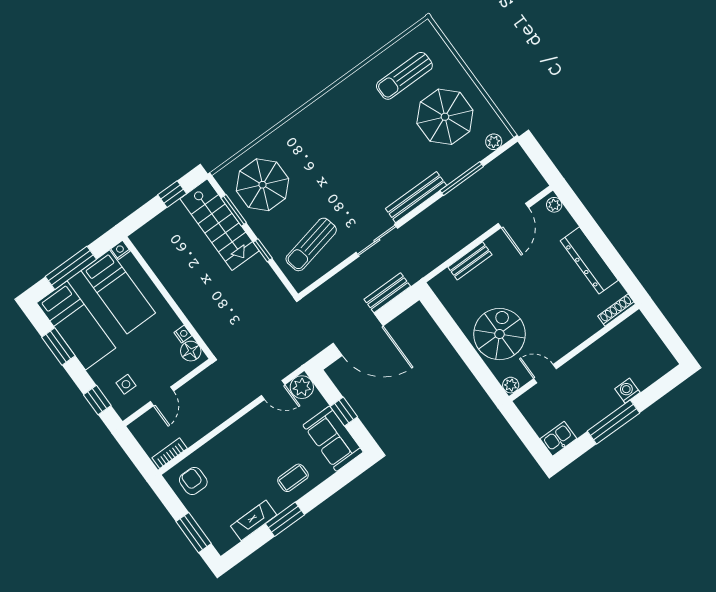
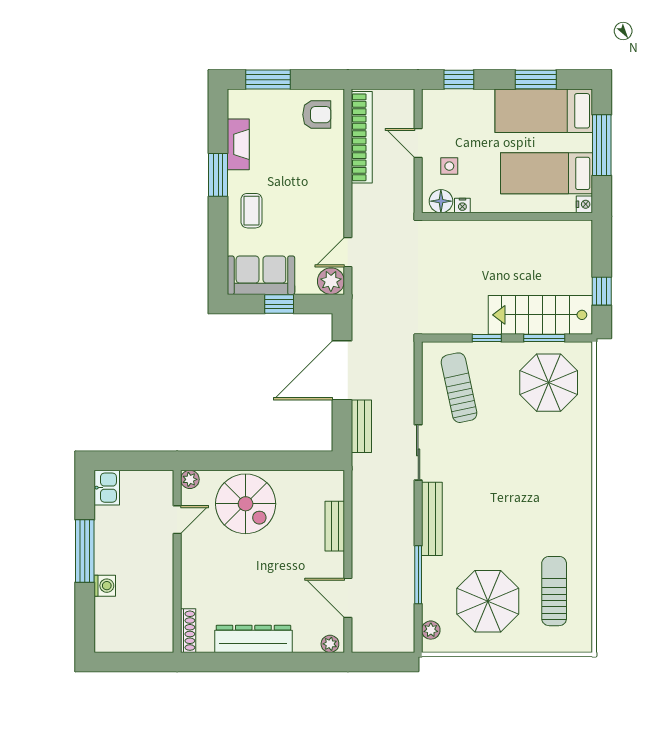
side table: (126, 384) -> (449, 166), moved
bookcase: (170, 453) -> (362, 137), width x2.31, depth x1.31

